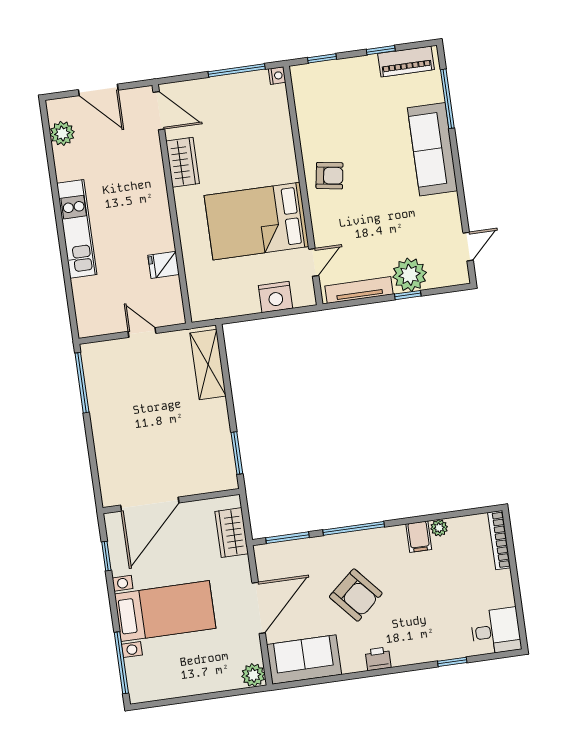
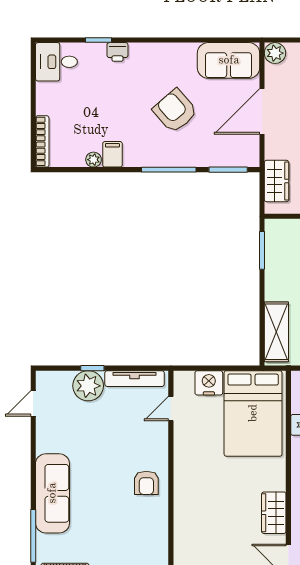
armchair: (329, 176) -> (146, 483), turned -99
bed: (256, 221) -> (253, 413), moved, turned 90
printer: (378, 659) -> (117, 52), moved

